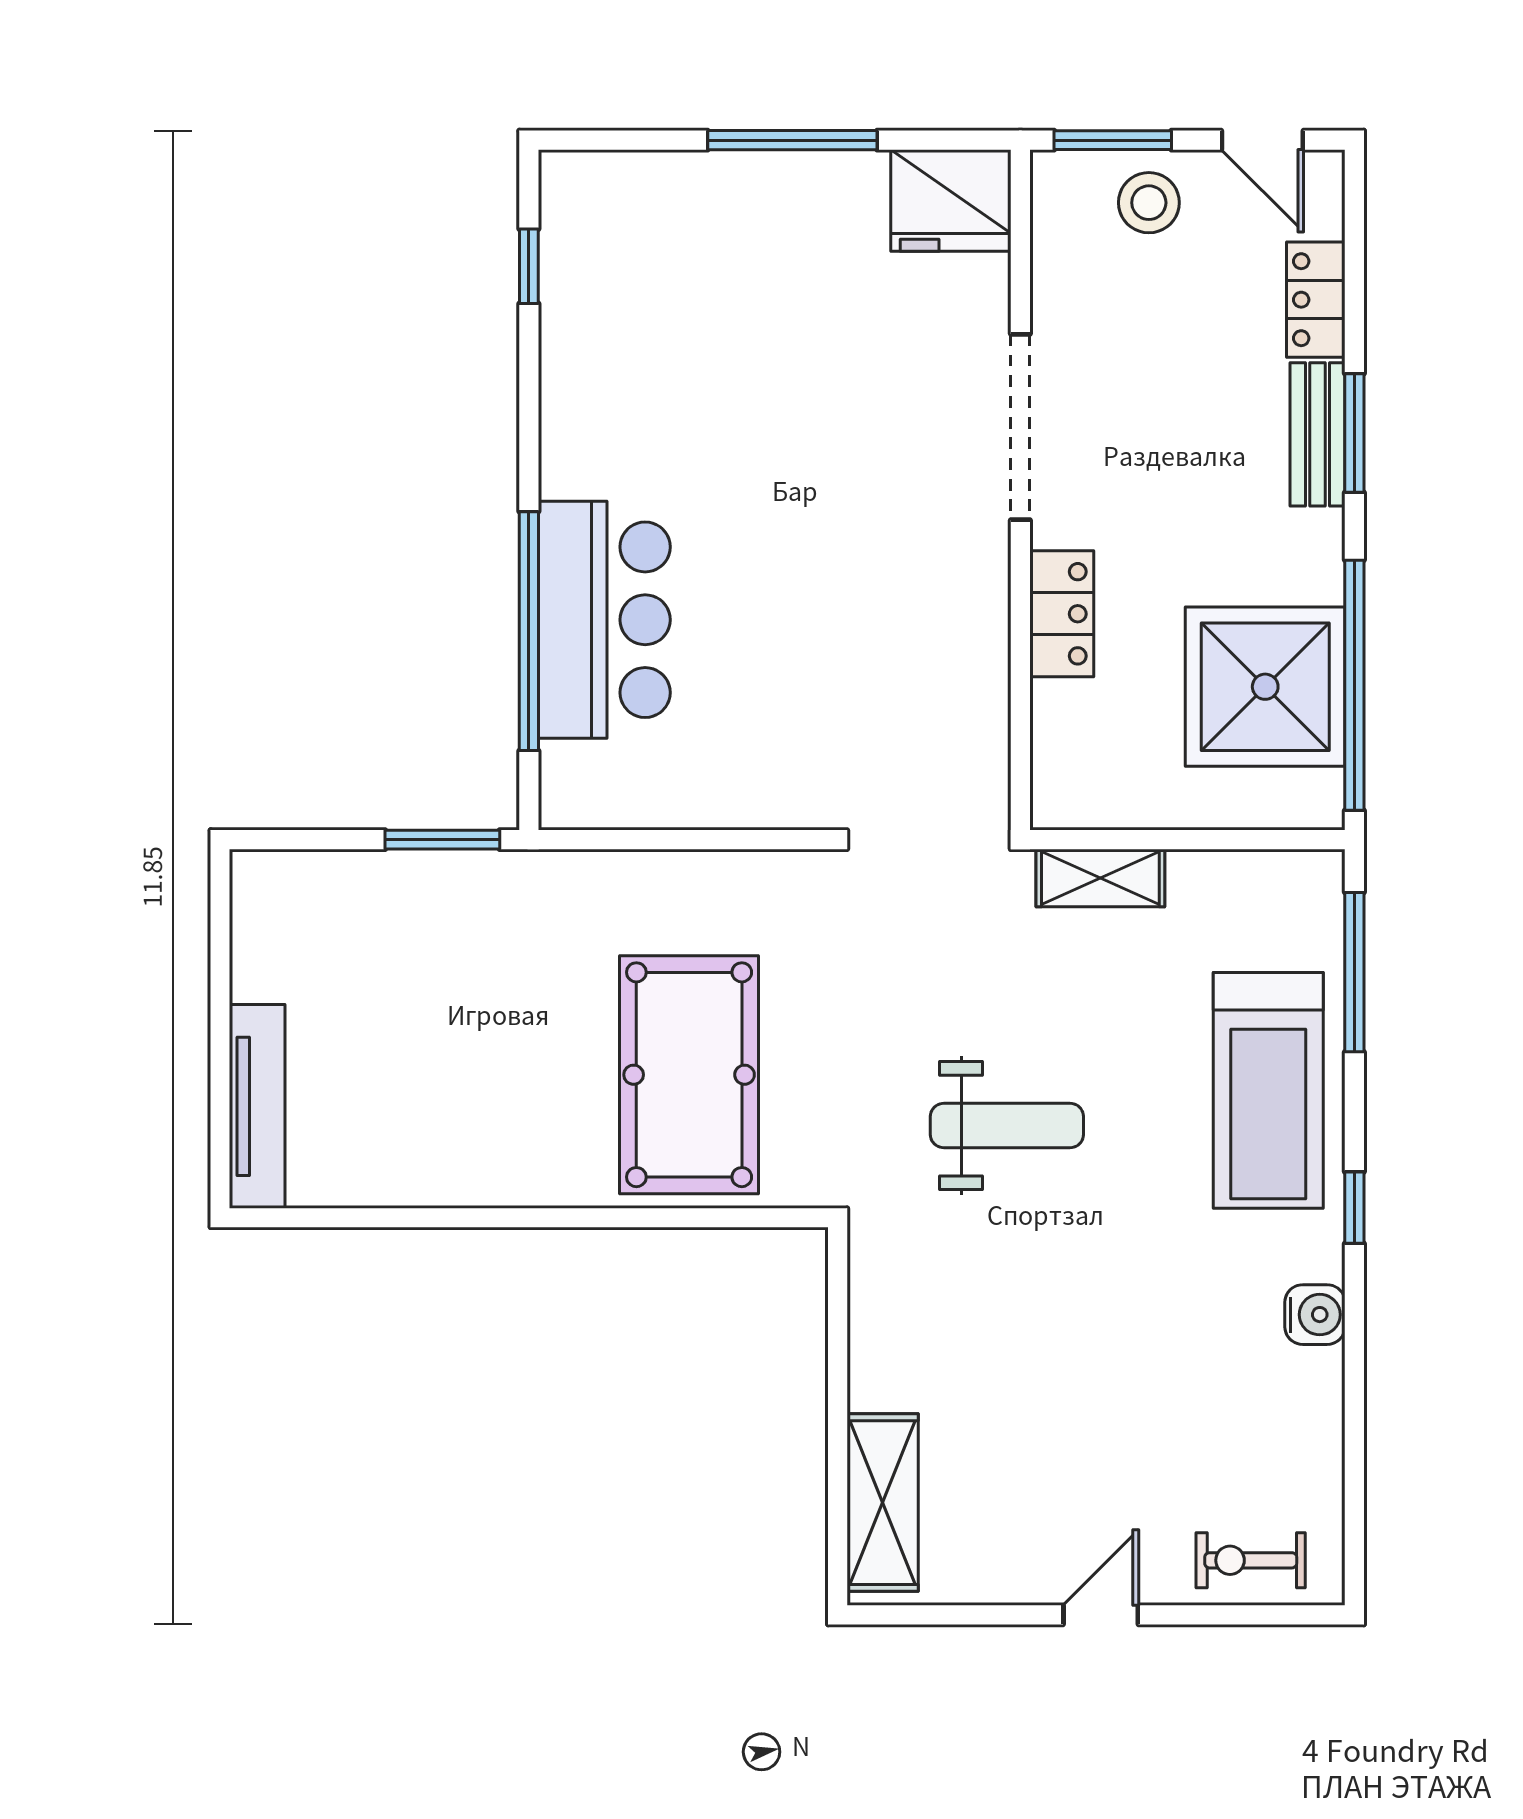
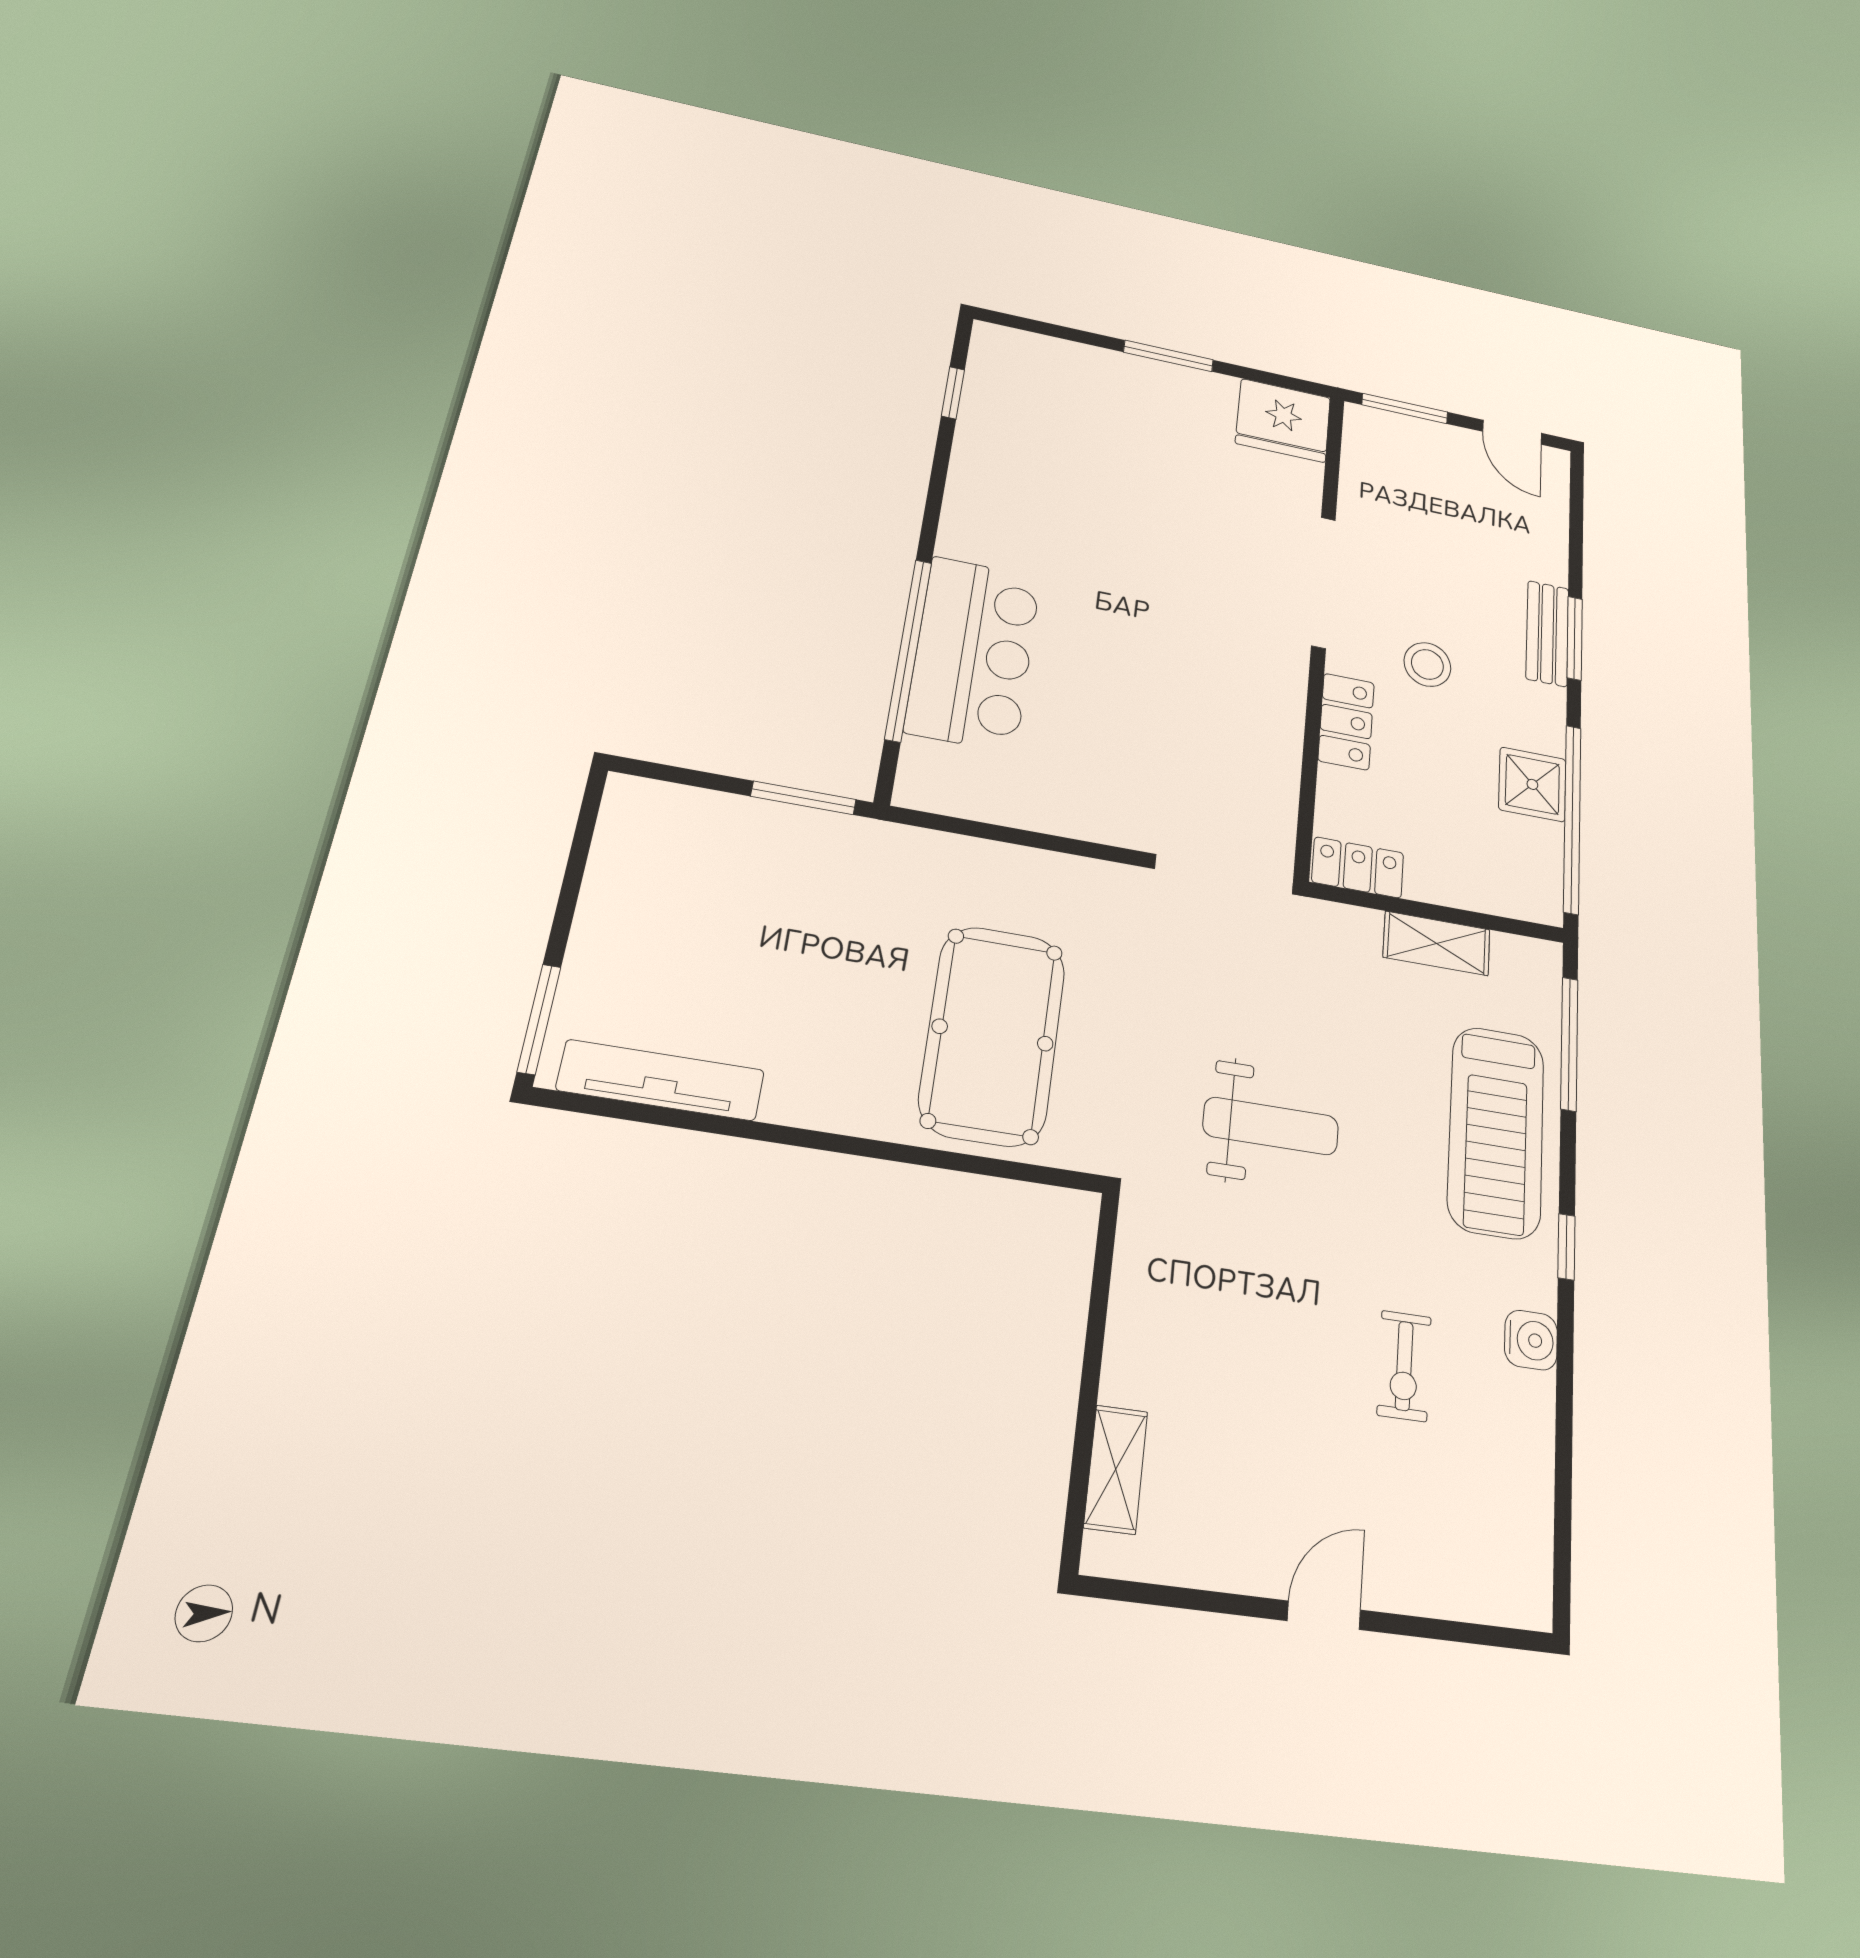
window: (792, 140) -> (1168, 356), width x0.69
stool: (1149, 203) -> (1427, 664), moved
locker: (1316, 300) -> (1358, 867), moved, turned 90
shower: (1265, 687) -> (1532, 784), width x0.54, depth x0.54
shelving: (1100, 878) -> (1437, 943), moved
tv unit: (257, 1106) -> (661, 1080), moved, turned -90
window: (220, 1137) -> (539, 1019), added
shelving: (883, 1503) -> (1116, 1469), width x0.67, depth x0.75
exercise bike: (1251, 1560) -> (1404, 1366), moved, turned -90

